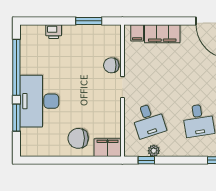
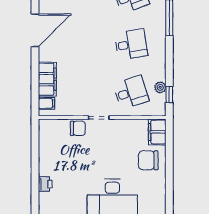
window: (89, 21) -> (35, 150), removed
chair: (111, 65) -> (78, 128), turned -90
chair: (78, 138) -> (148, 160), turned 90

